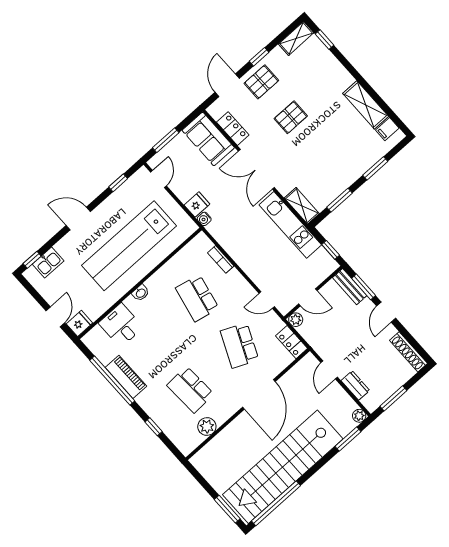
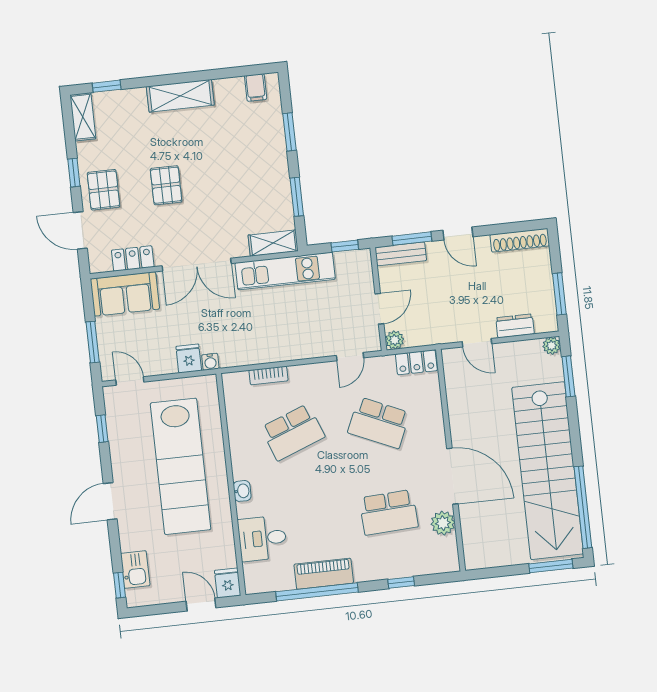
shelving: (366, 105) -> (180, 96), moved
school desk: (197, 298) -> (293, 432), turned -33
door: (259, 394) -> (452, 476), moved

